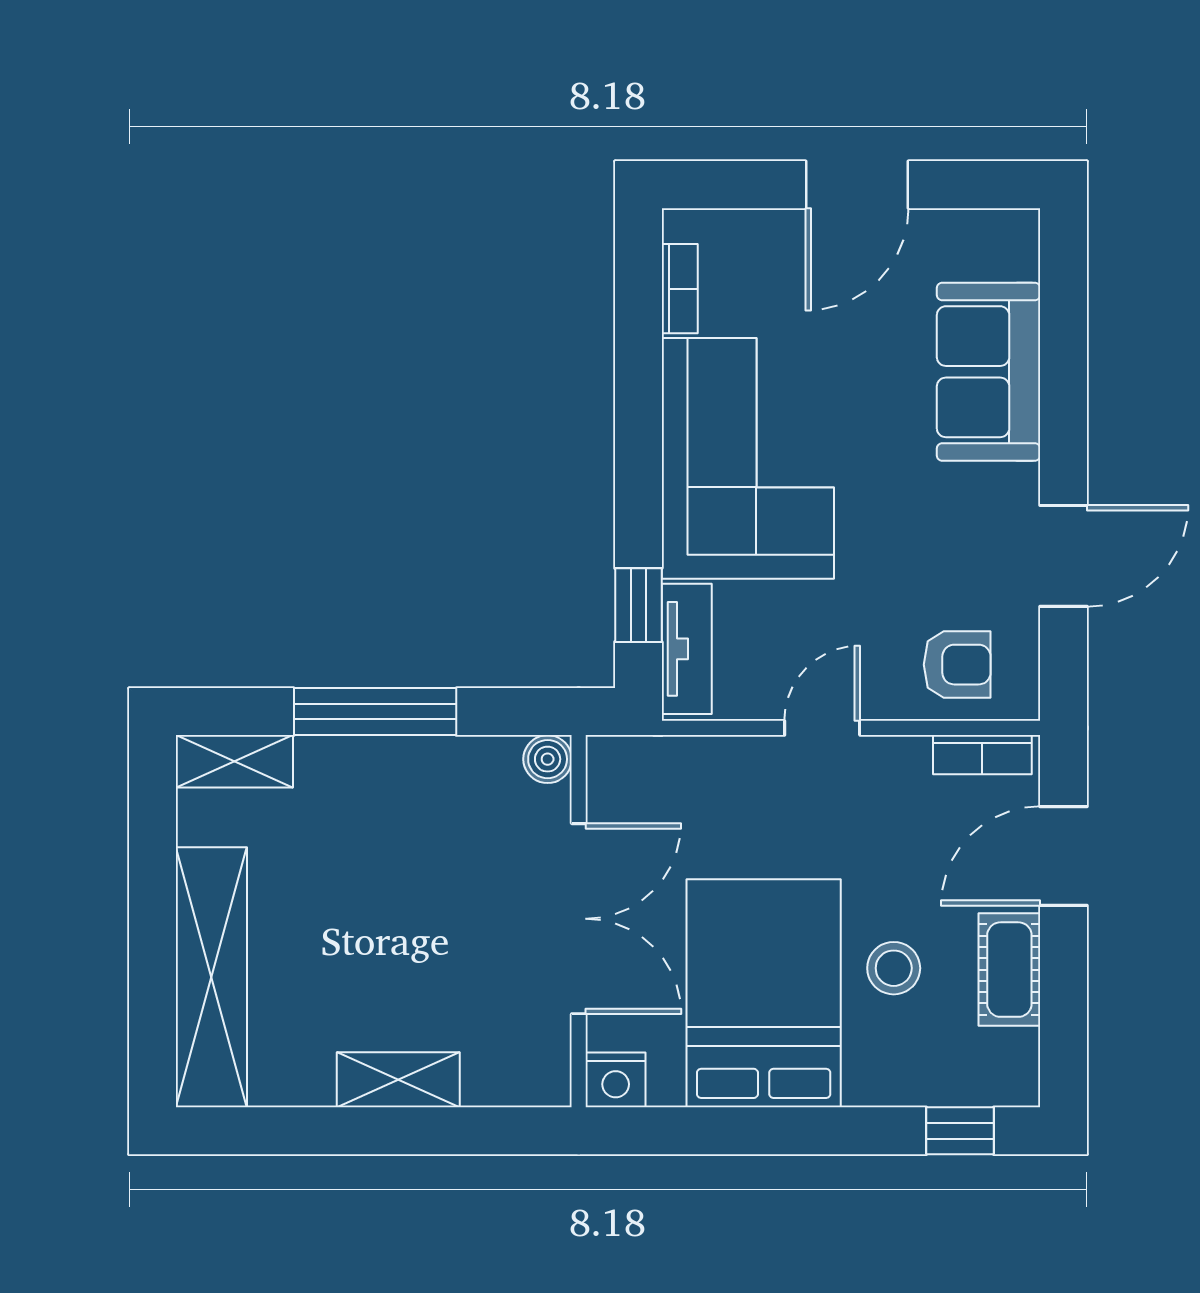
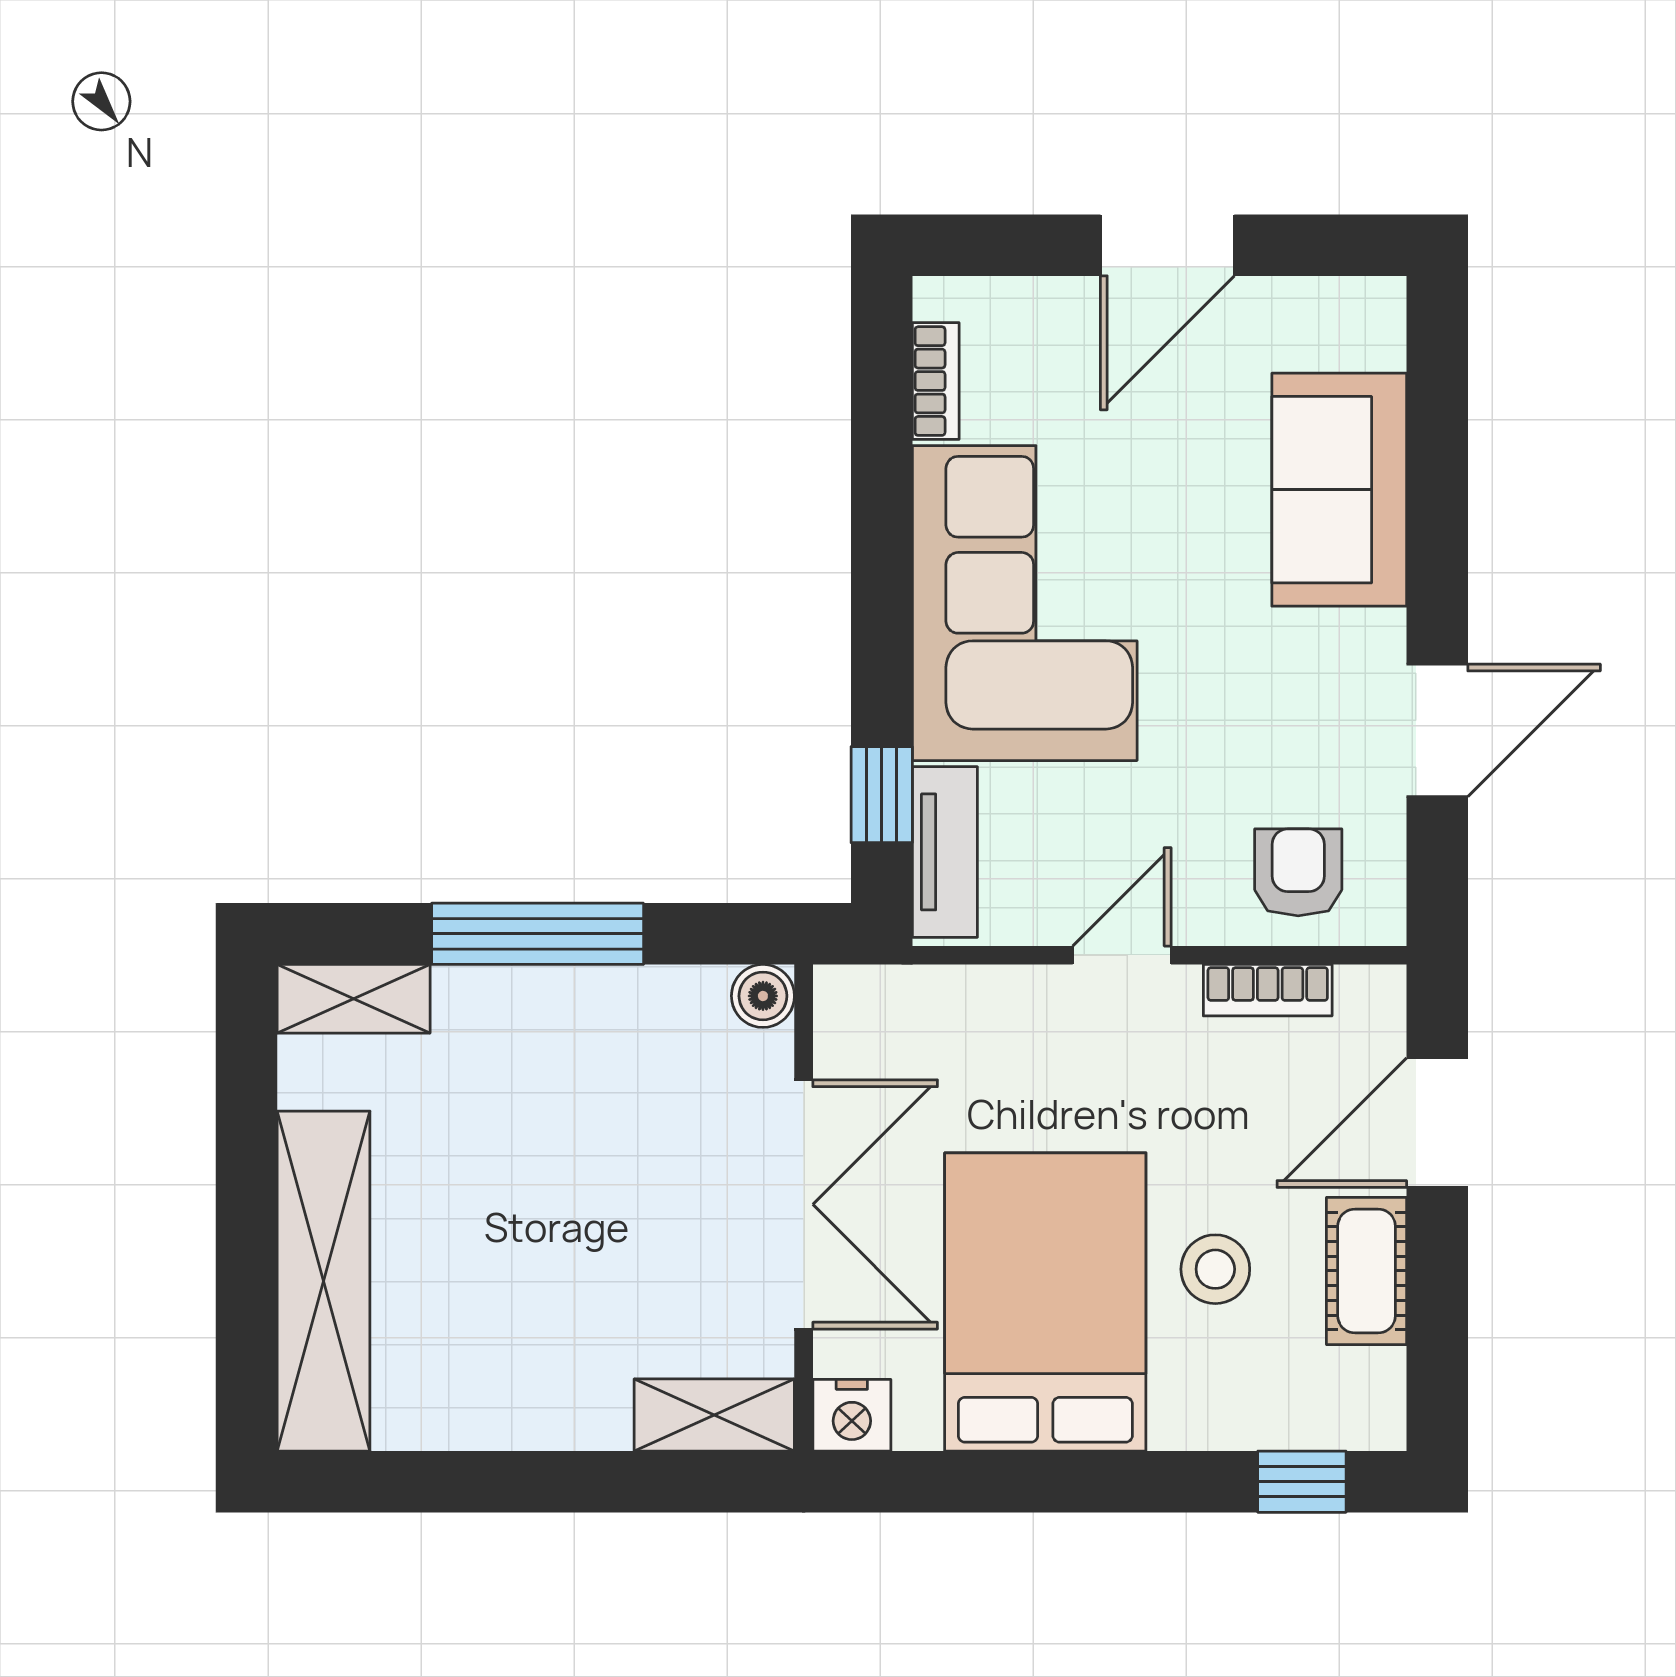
armchair: (957, 665) -> (1298, 872), turned -90
bookcase: (982, 755) -> (1268, 990), moved
shelving: (398, 1080) -> (714, 1415), moved

